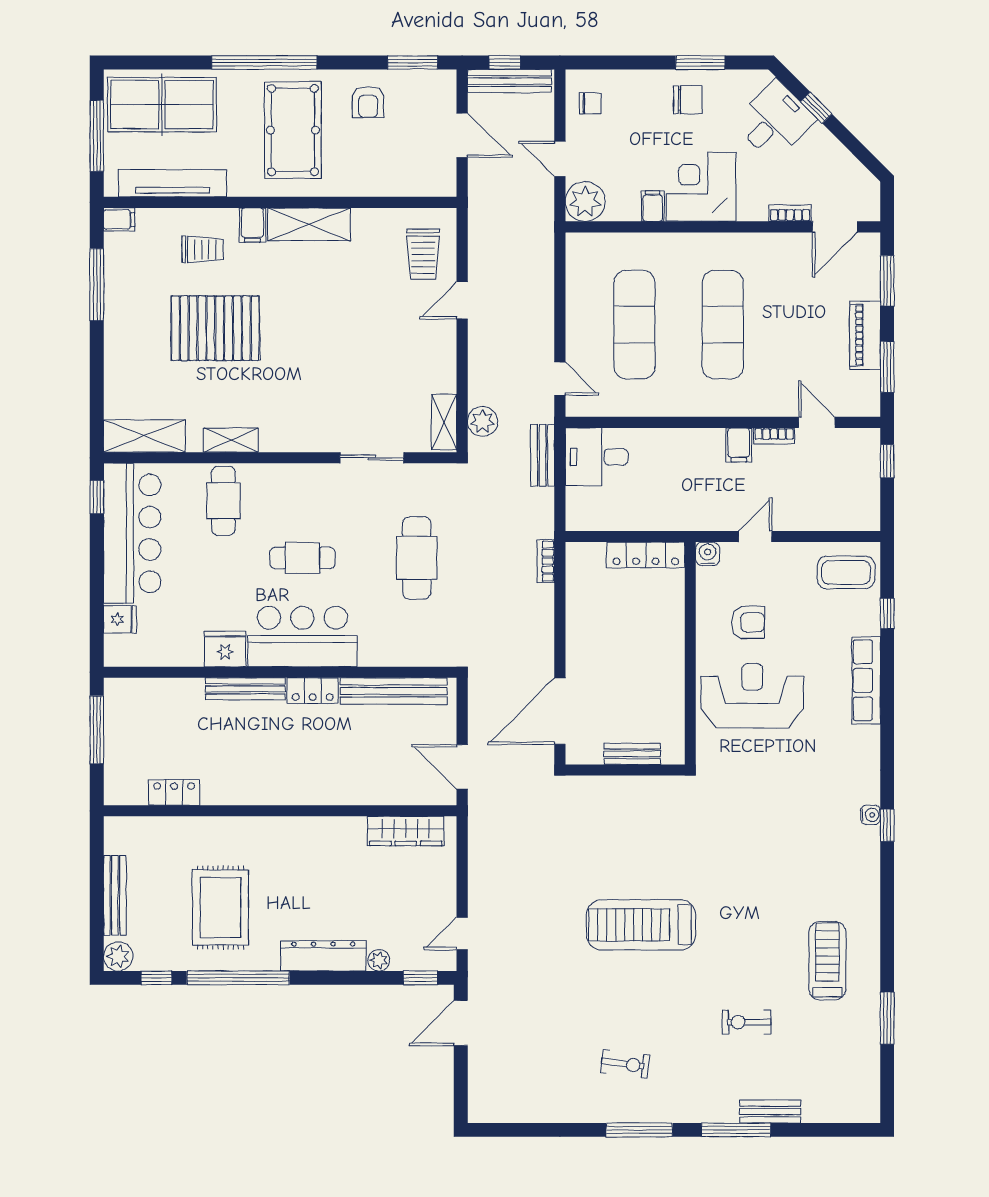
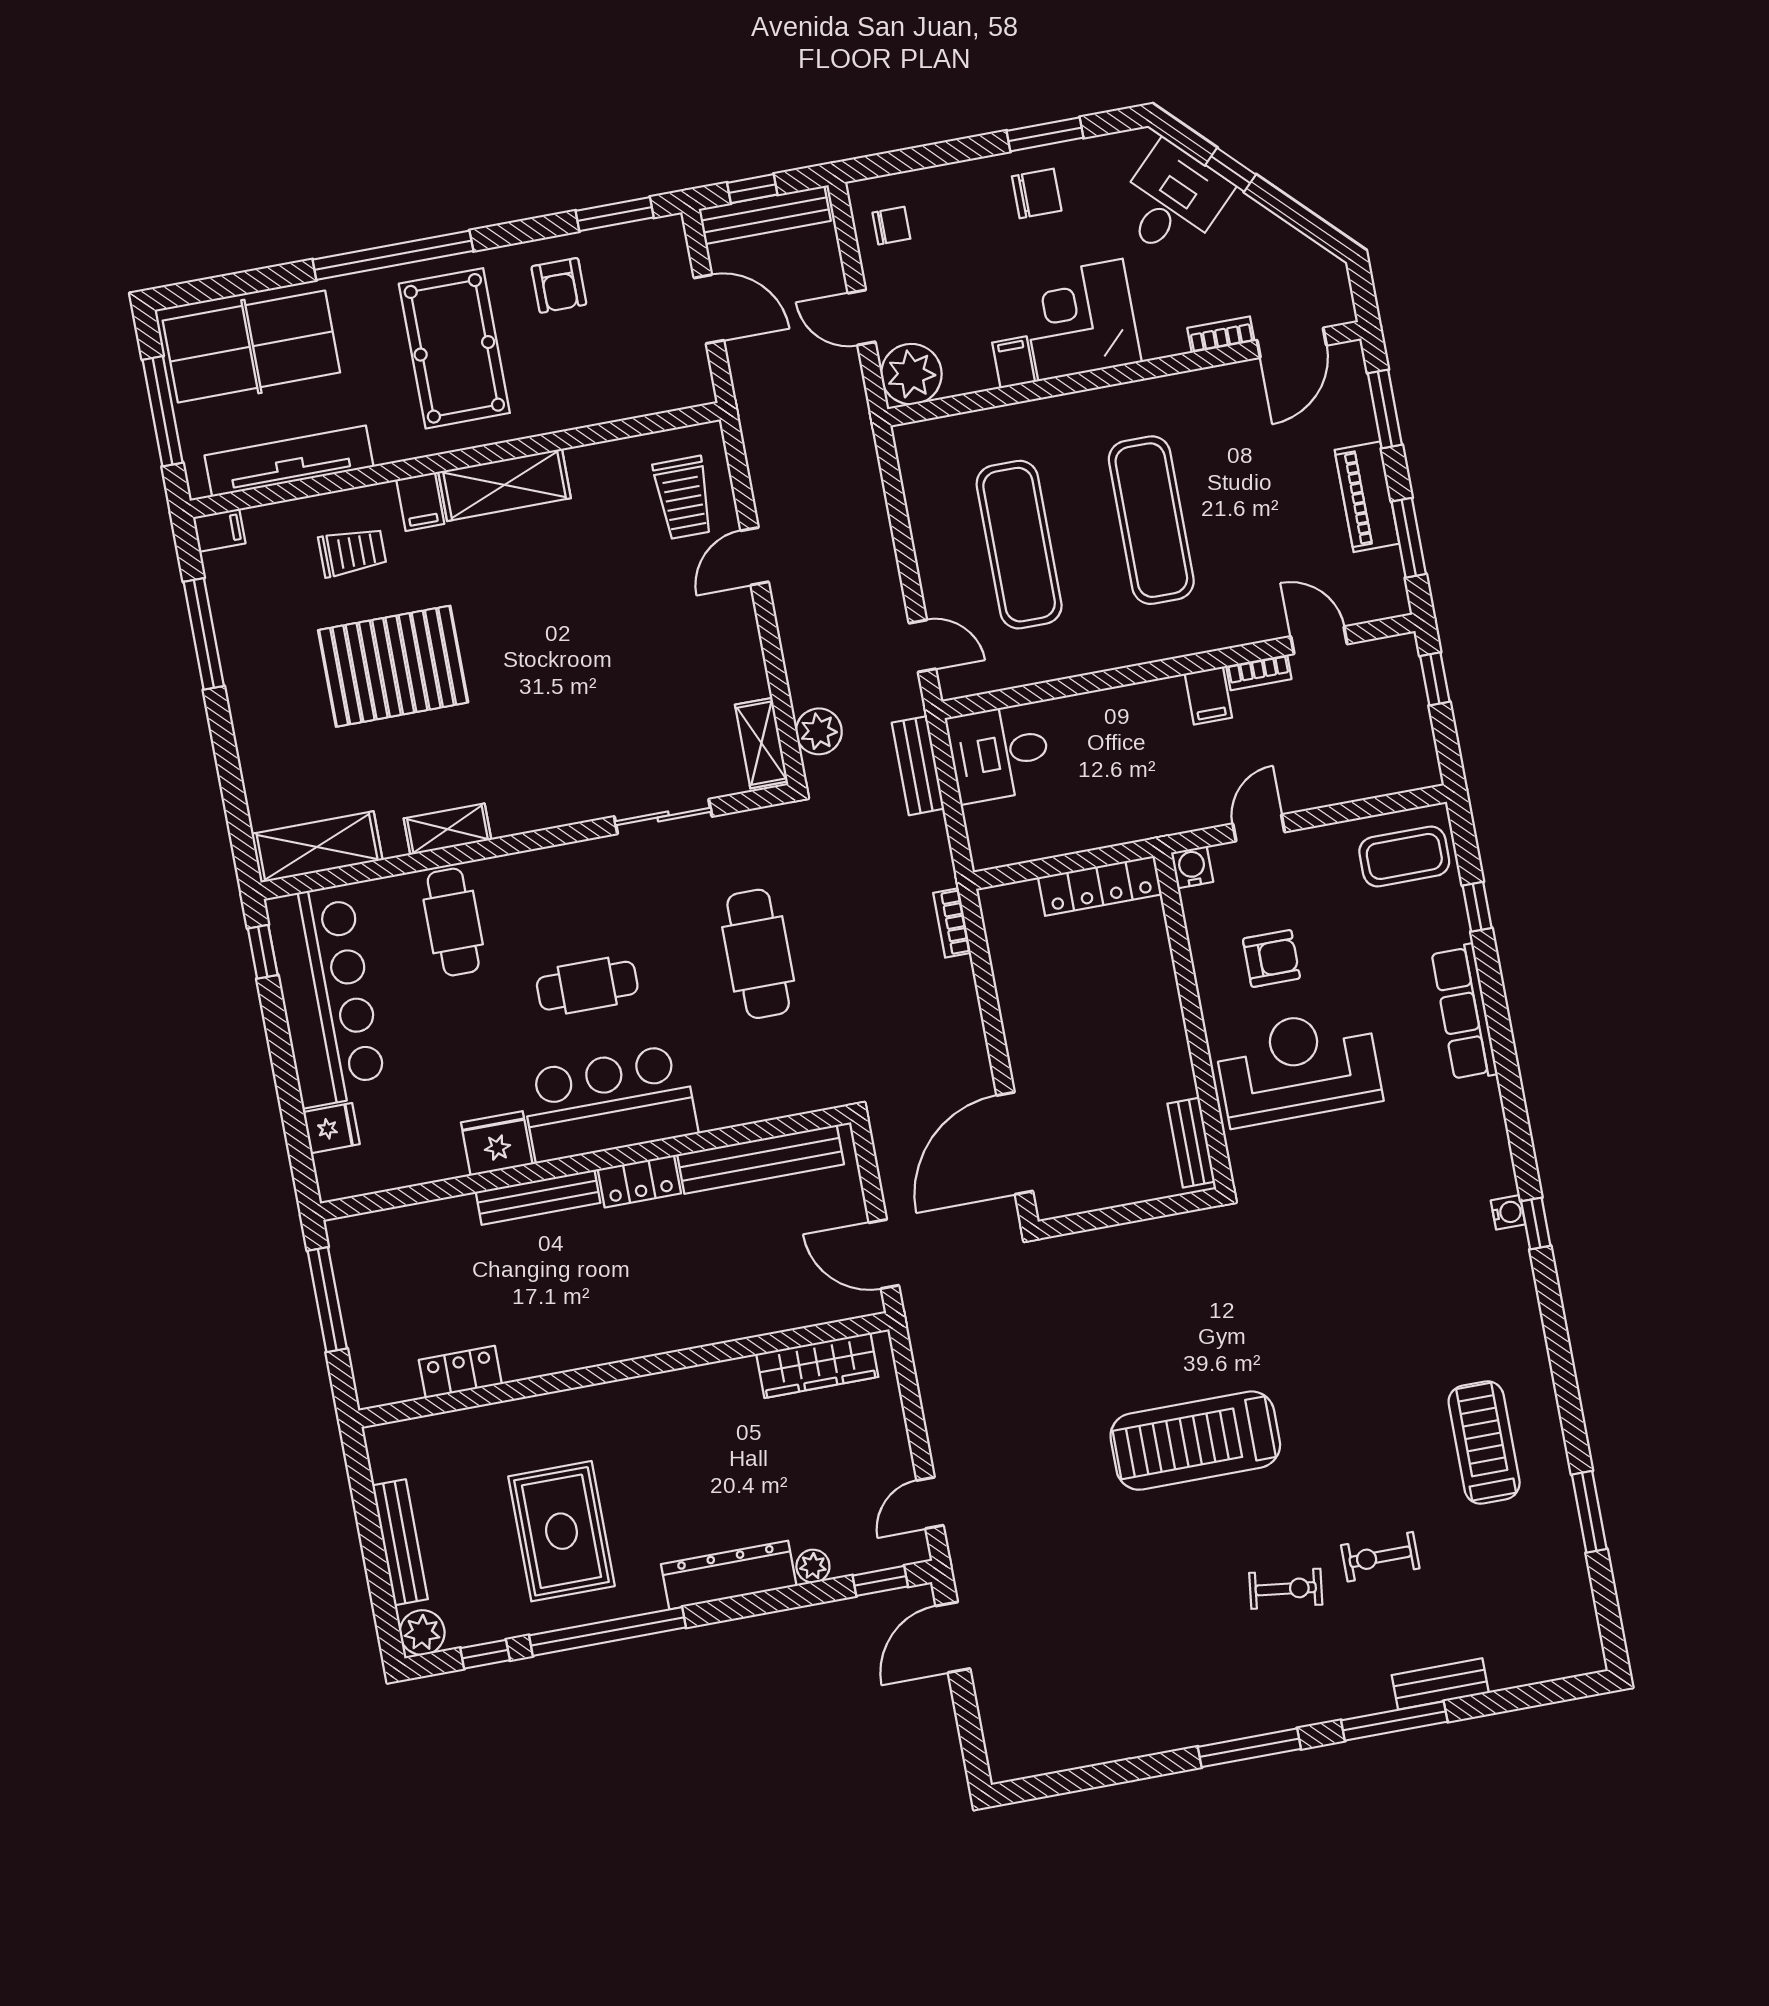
bench: (632, 754) -> (1191, 1143), moved, turned 90
exercise bike: (625, 1064) -> (1286, 1589), moved

